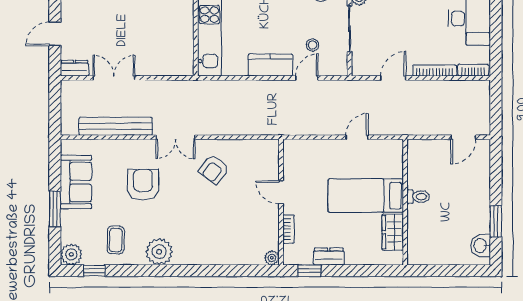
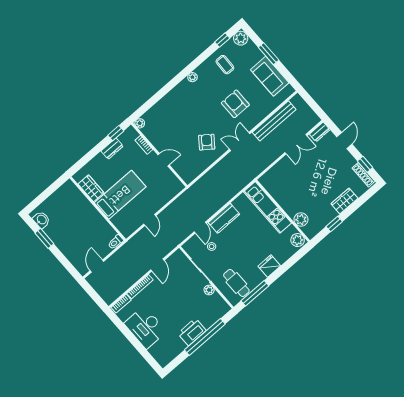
armchair: (143, 185) -> (235, 104), turned 180
toilet: (418, 197) -> (116, 242), moved
plant: (159, 252) -> (192, 77), width x0.53, depth x0.53

